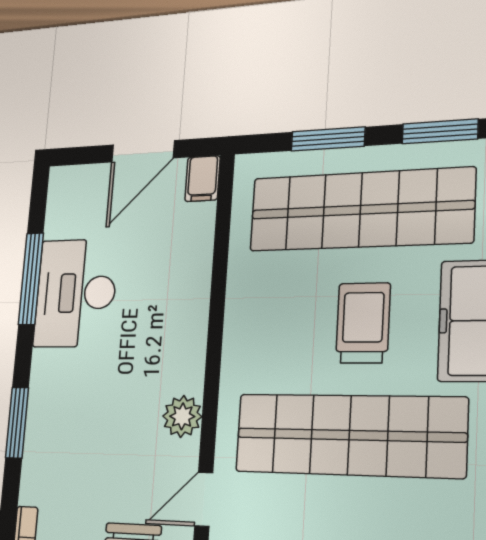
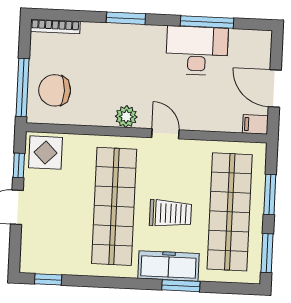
door: (204, 499) -> (165, 134), moved

